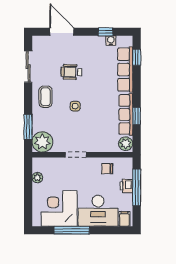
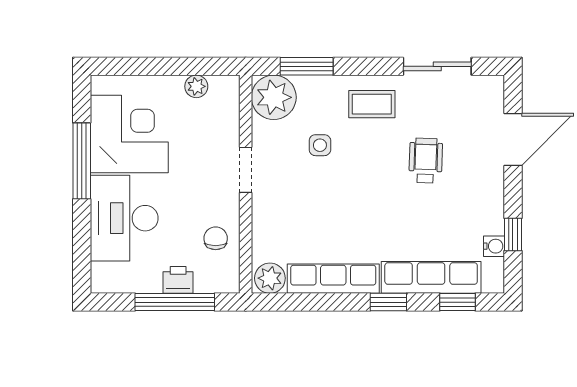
side table: (75, 106) -> (320, 145), moved
window: (137, 116) -> (388, 302), moved
filing cabinet: (124, 219) -> (107, 276), removed

